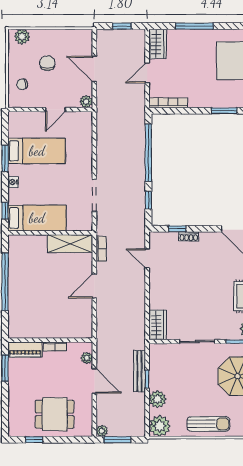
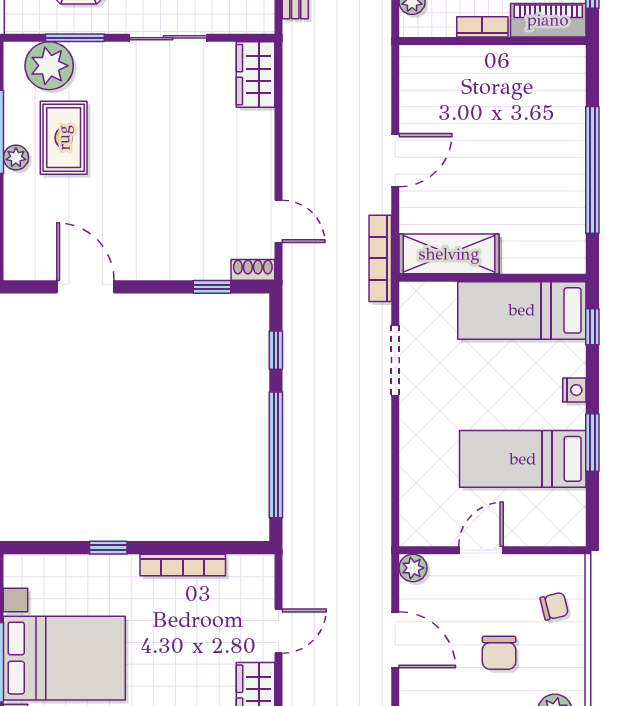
bookcase: (168, 103) -> (183, 565), moved
window: (224, 111) -> (108, 548), width x0.67
shoe rack: (189, 236) -> (253, 270), moved
bookcase: (101, 249) -> (380, 258), width x1.56

